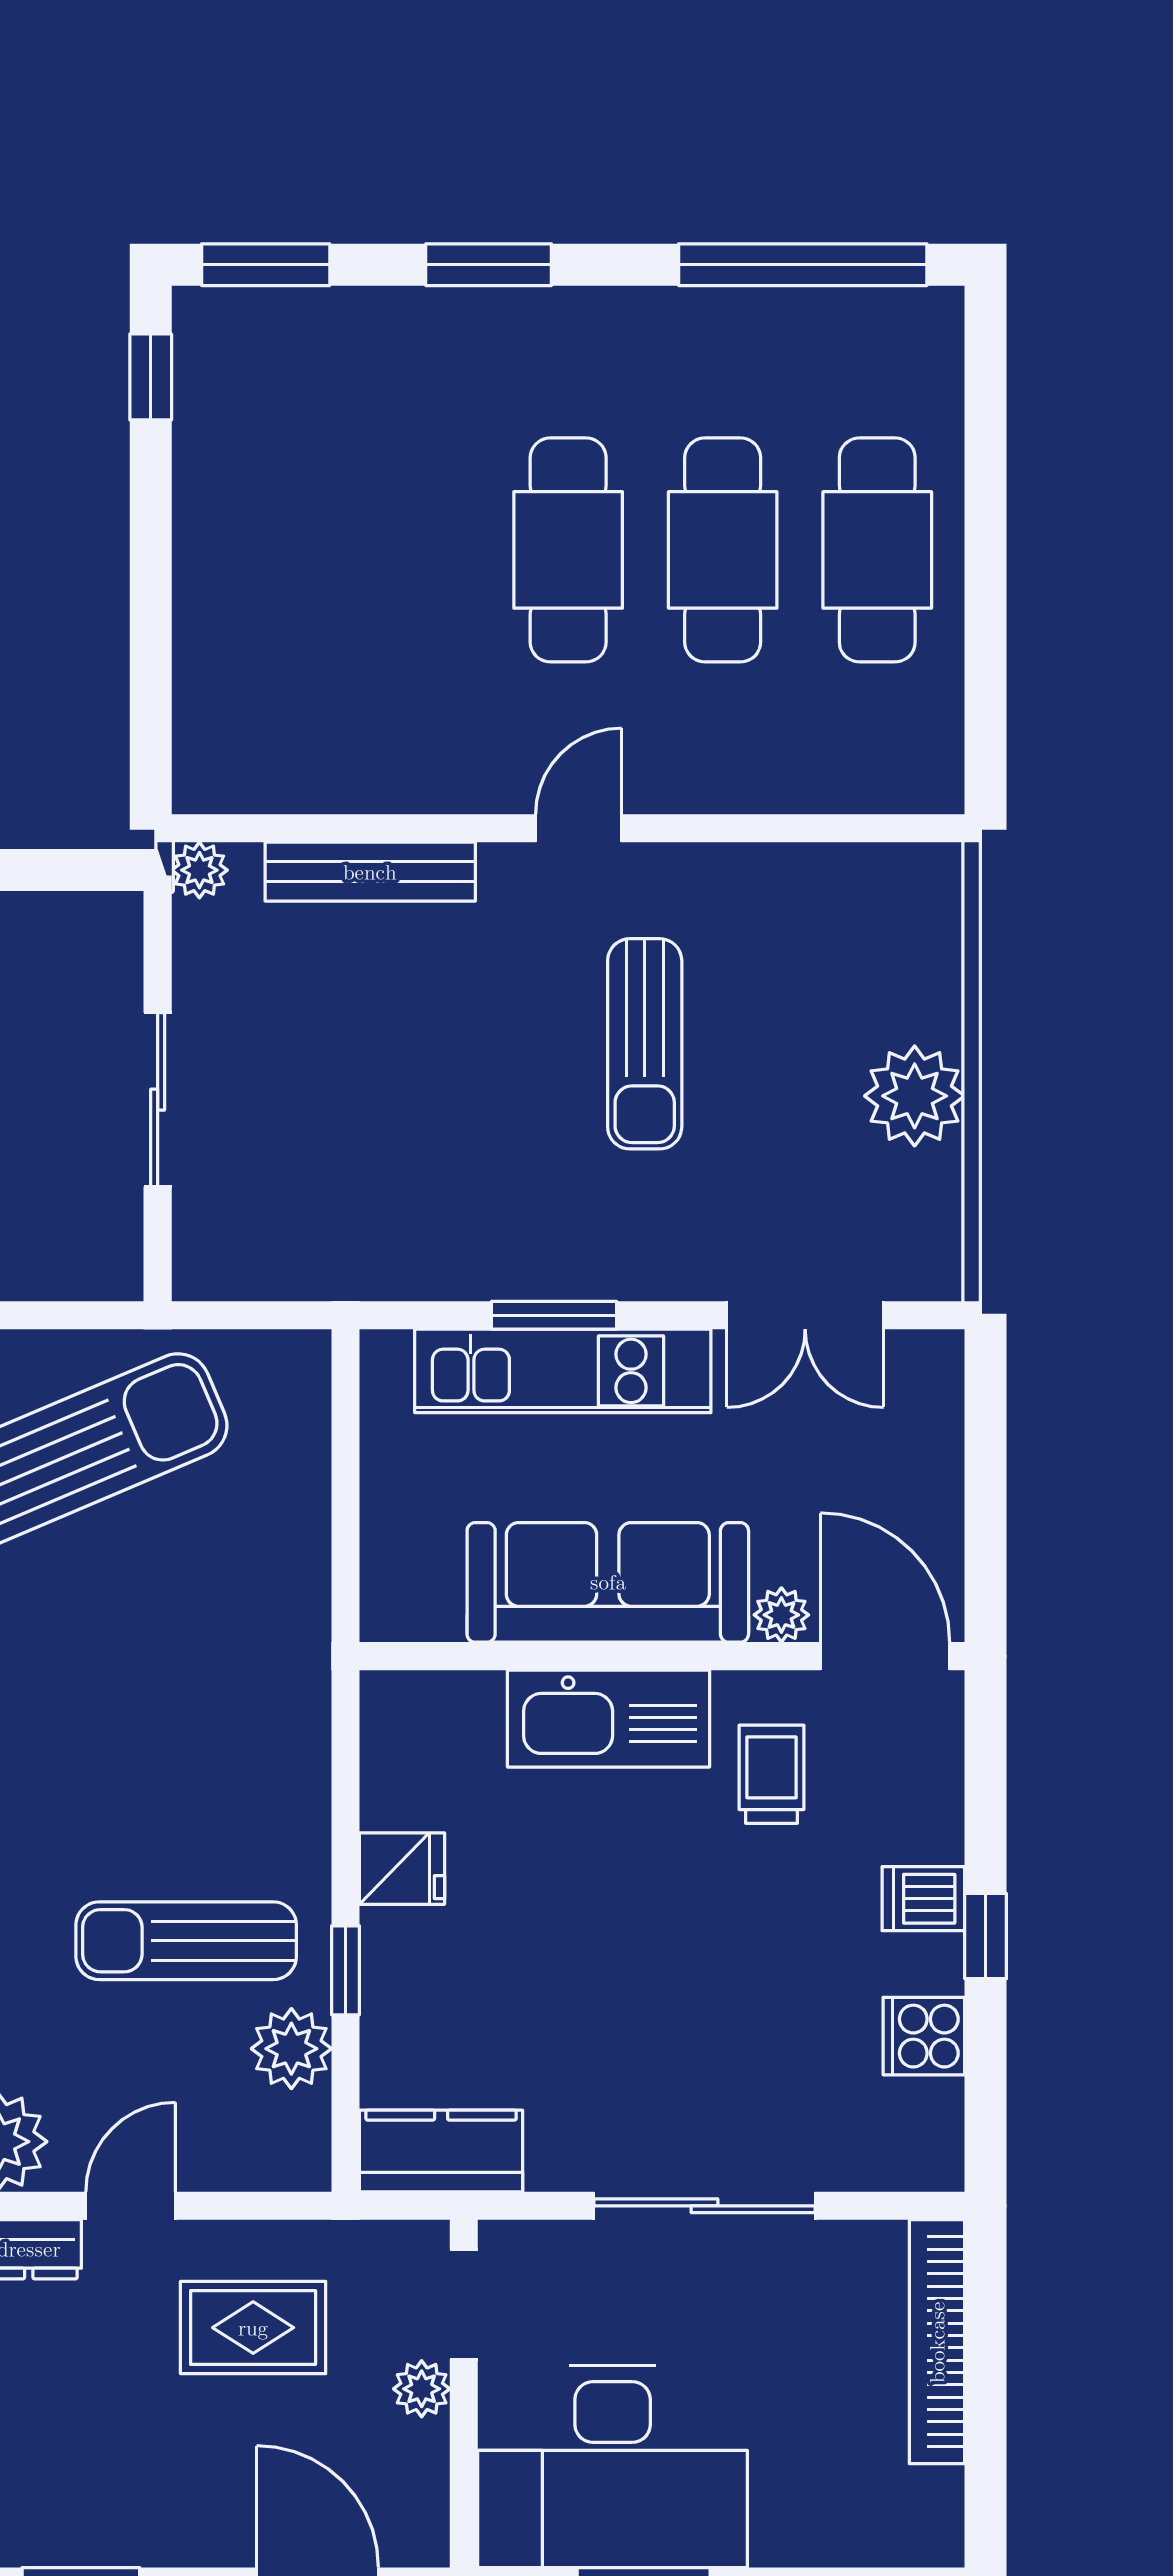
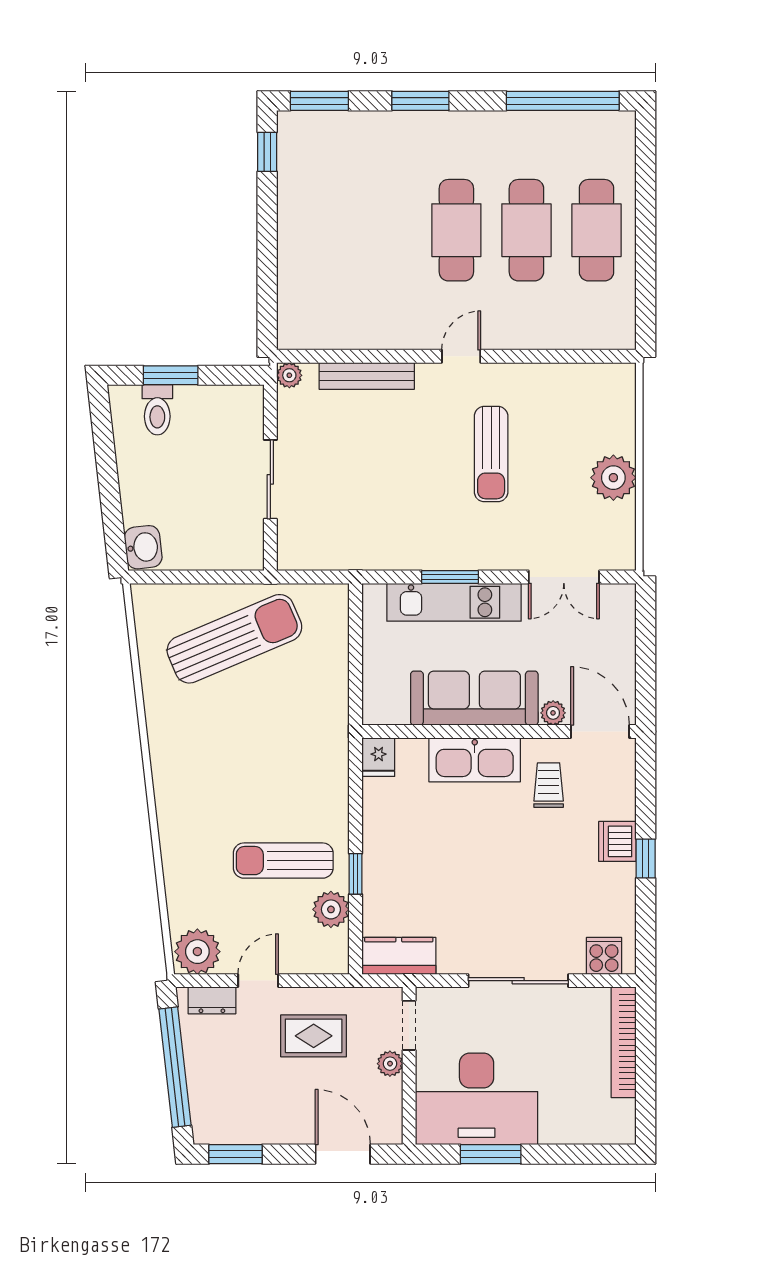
fridge: (402, 1869) -> (379, 757), moved, turned 90
dishwasher: (923, 1899) -> (617, 841), width x1.38
cooker: (924, 2036) -> (604, 956), moved, turned 90

